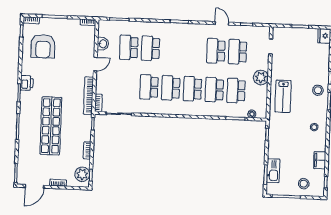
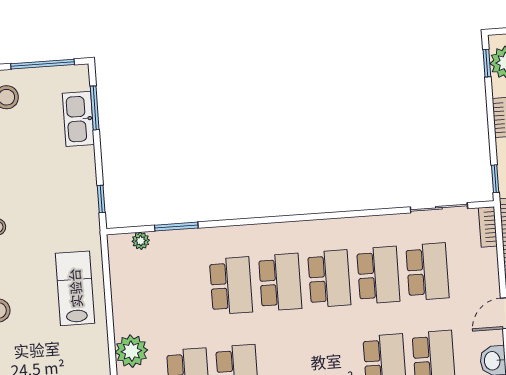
plant: (261, 78) -> (131, 351), moved
school desk: (236, 91) -> (427, 272), moved

